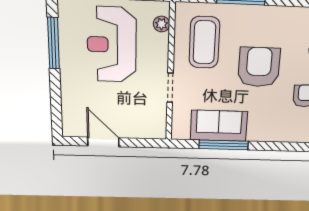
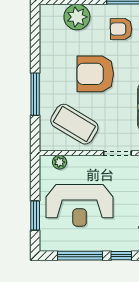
coffee table: (204, 42) -> (74, 124), turned 31
window: (55, 88) -> (121, 256), added

